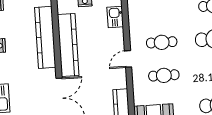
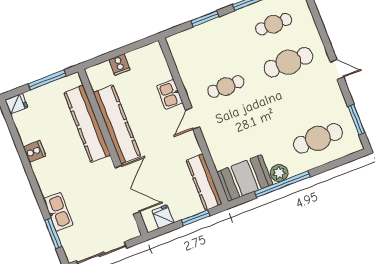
kitchen sink: (115, 17) -> (170, 94), moved
cafe table: (164, 75) -> (241, 125), removed

